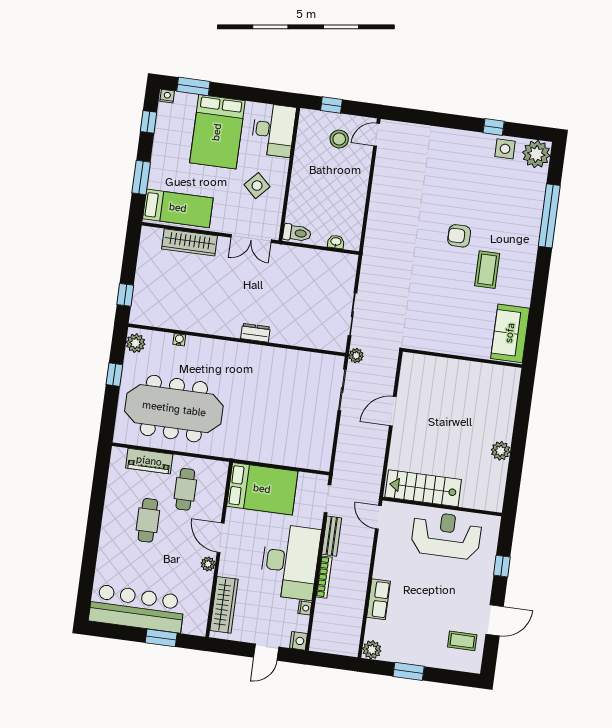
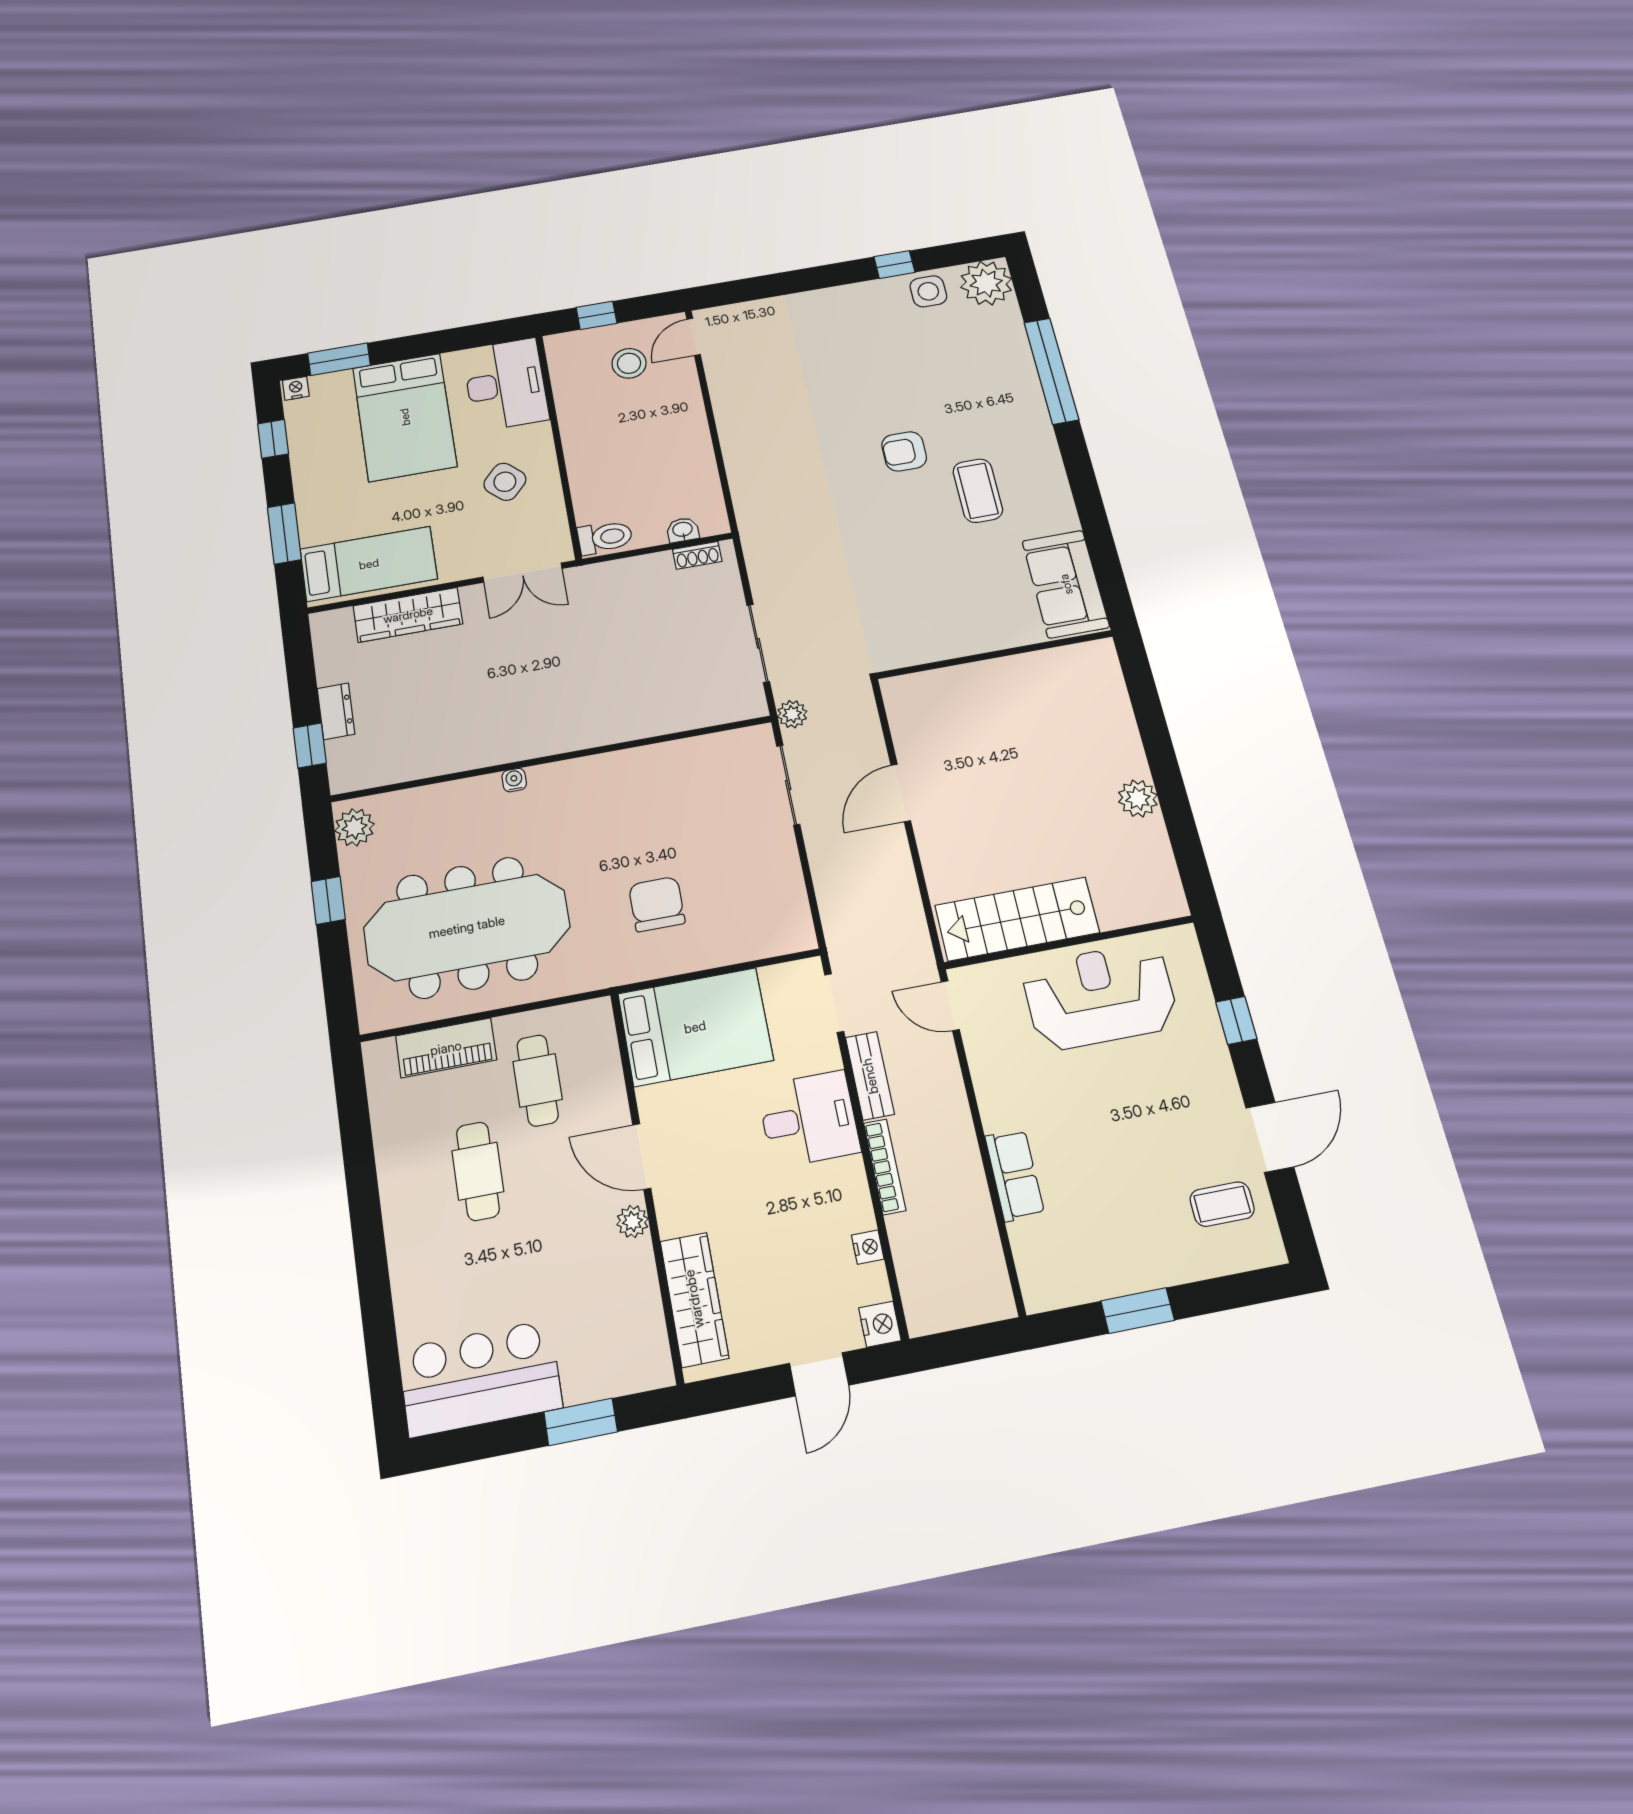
shoe rack: (339, 258) -> (697, 555), added
dresser: (255, 333) -> (336, 711), moved, turned 90
water cooler: (179, 340) -> (514, 780), moved
chair: (263, 427) -> (657, 904), added
desk: (290, 562) -> (809, 1119), width x0.53, depth x0.77
bar counter: (137, 608) -> (480, 1378), width x0.73
plant: (372, 650) -> (1042, 1290), removed

